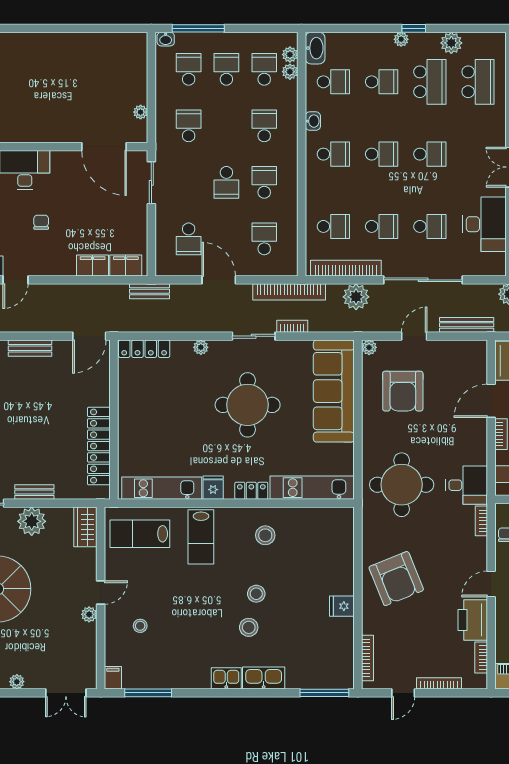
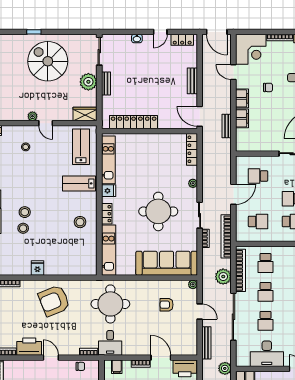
filing cabinet: (126, 266) -> (242, 98), moved
bench: (150, 291) -> (227, 126), moved
armchair: (403, 391) -> (167, 305), width x0.53, depth x0.53
stool: (256, 594) -> (23, 228), moved

